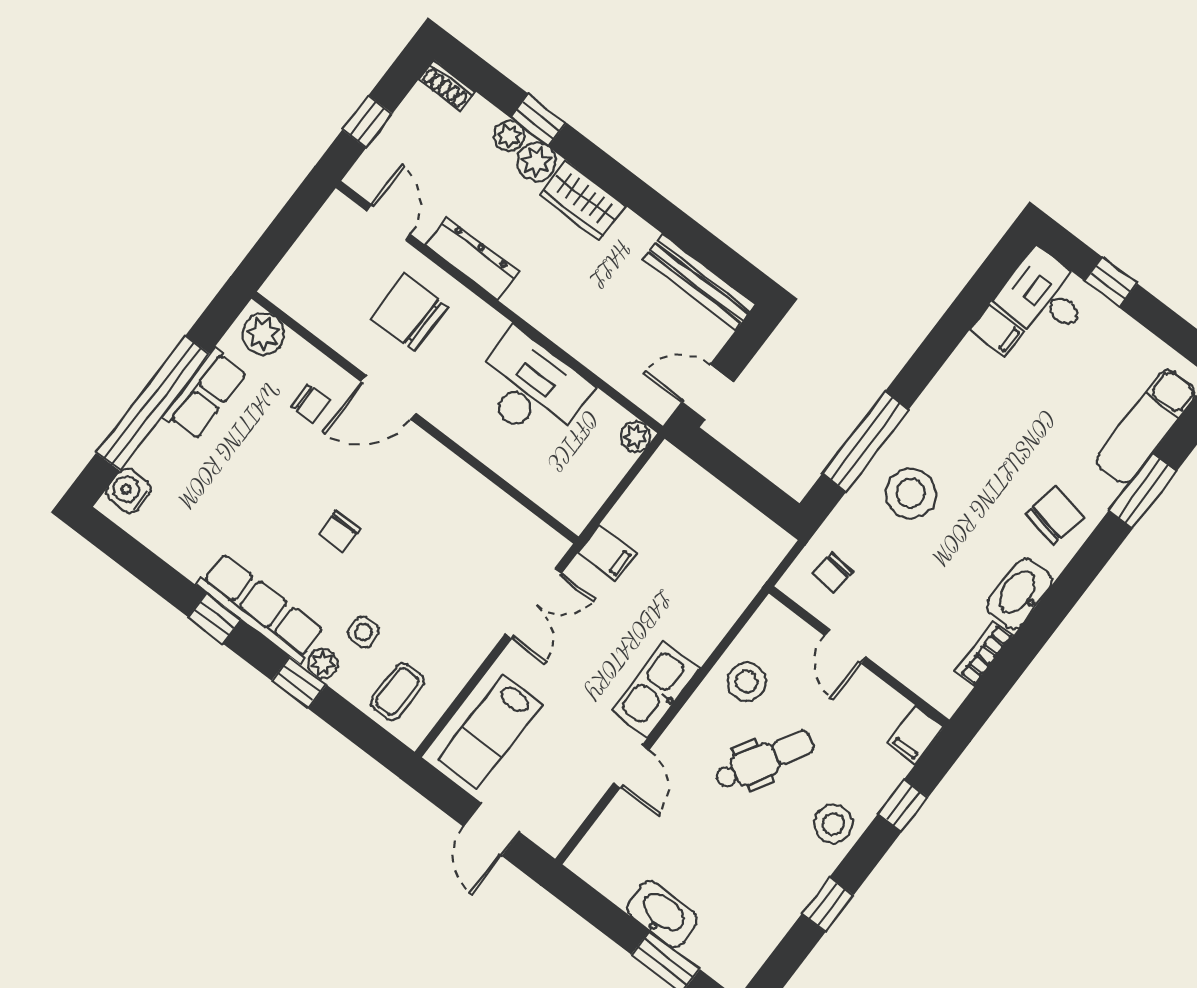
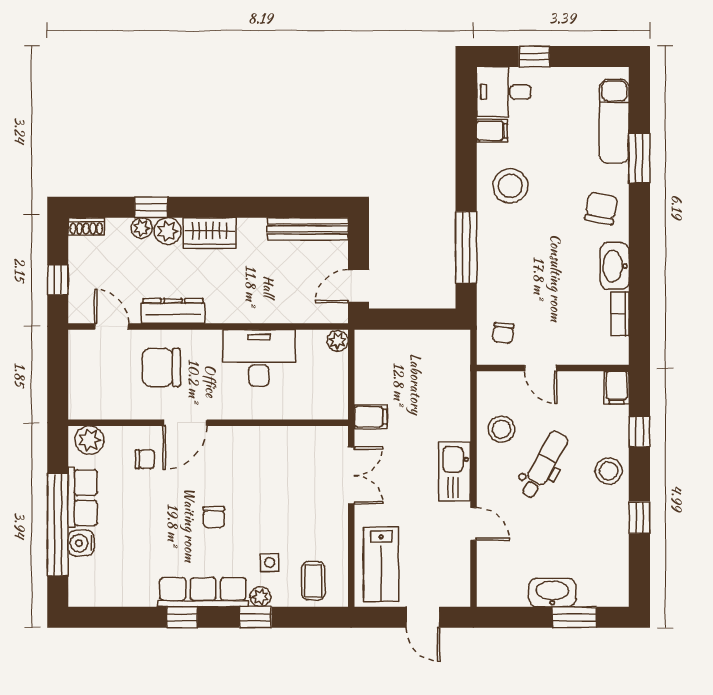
water cooler: (128, 491) -> (81, 543), moved
stool: (911, 493) -> (510, 186), moved

